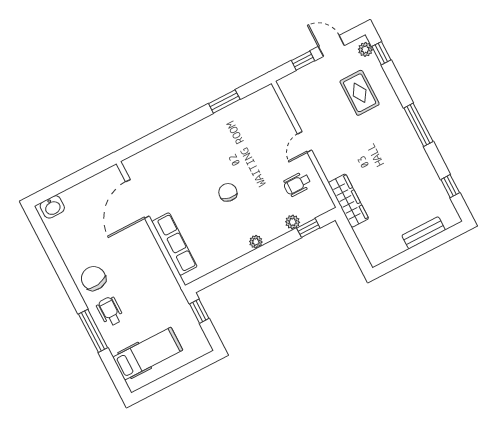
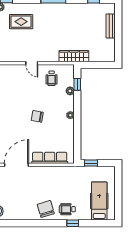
door: (137, 199) -> (16, 165), swing flipped
chair: (93, 278) -> (46, 209), turned 82
window: (93, 331) -> (73, 223), width x0.46

